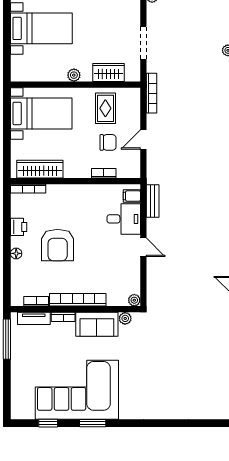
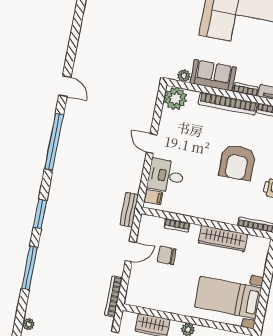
rug: (105, 108) -> (163, 290), removed
wardrobe: (40, 169) -> (223, 239), moved
bench: (153, 201) -> (129, 210), moved
armchair: (58, 245) -> (237, 162), turned 180
plant: (134, 300) -> (175, 98), width x1.88, depth x1.88

